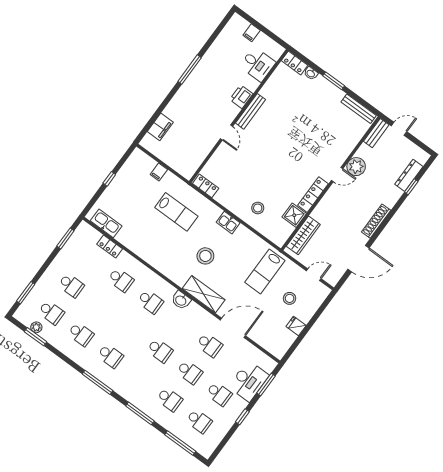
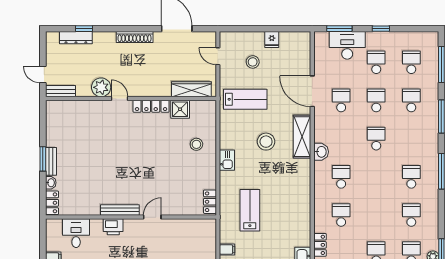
bench: (359, 109) -> (51, 161), moved, width x0.73
stool: (205, 256) -> (266, 142), moved

